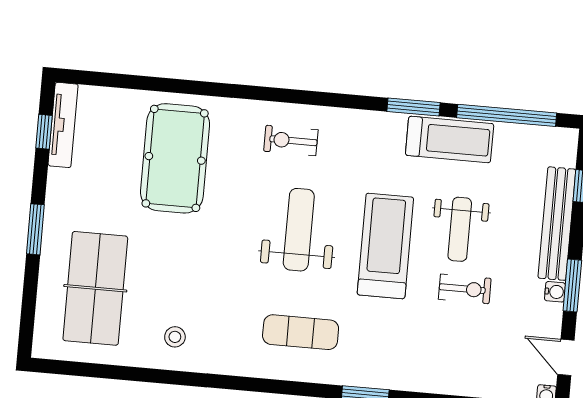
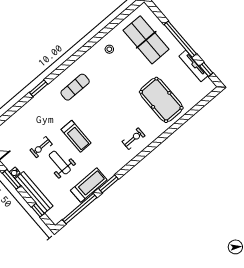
tv unit: (63, 125) -> (193, 66), moved
treadmill: (450, 139) -> (89, 185), turned 180
window: (35, 229) -> (180, 39), width x2.11
weight bench: (299, 230) -> (105, 116), removed
treadmill: (385, 246) -> (76, 136), width x0.73, depth x0.73

